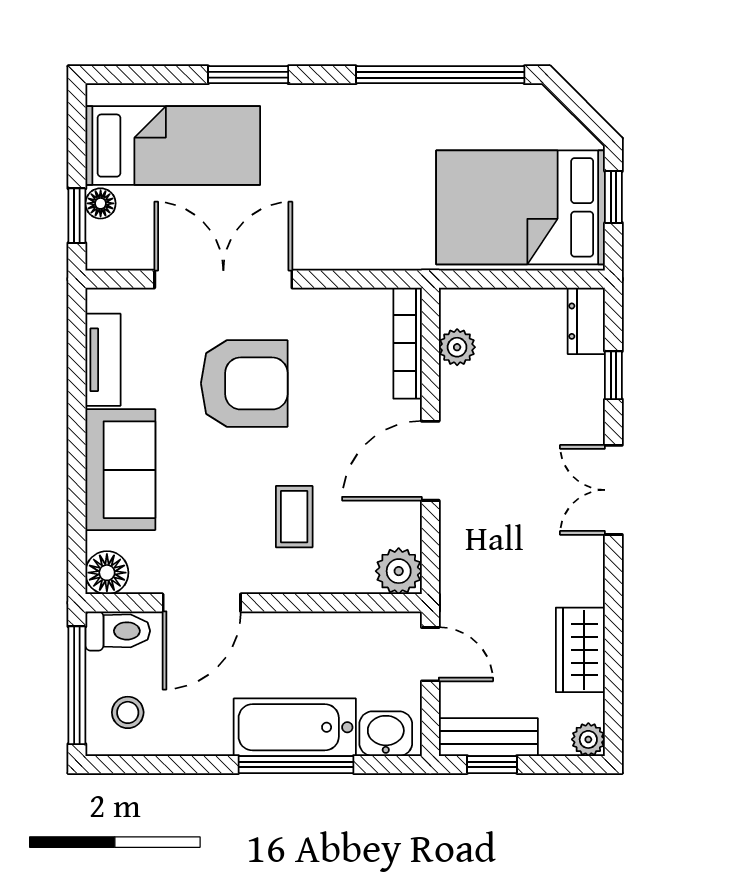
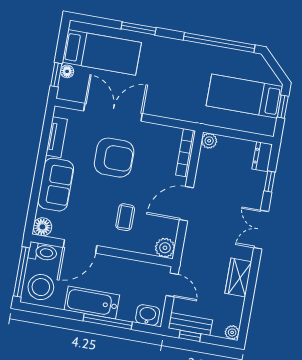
bed: (521, 207) -> (244, 96), width x0.67
plant: (457, 347) -> (209, 141), moved
wardrobe: (580, 650) -> (238, 277), moved
stool: (128, 712) -> (41, 287), width x1.89, depth x1.89
bathtub: (295, 727) -> (92, 302), moved

